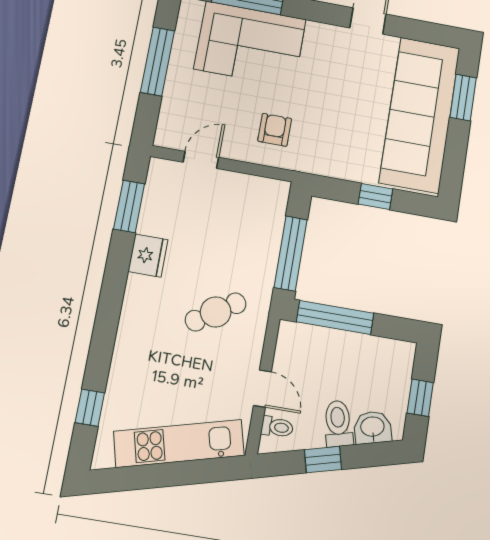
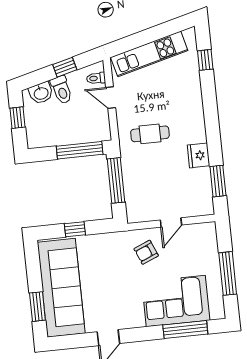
armchair: (275, 130) -> (146, 252), turned 67
door: (201, 160) -> (171, 222), moved
cafe table: (216, 312) -> (150, 134), turned 33

